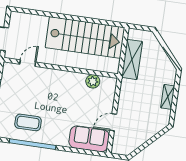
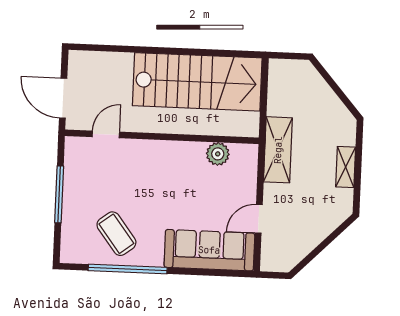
shelving: (132, 59) -> (278, 150), moved
coffee table: (28, 122) -> (116, 234), turned 53
sofa: (89, 139) -> (209, 250), width x1.36

